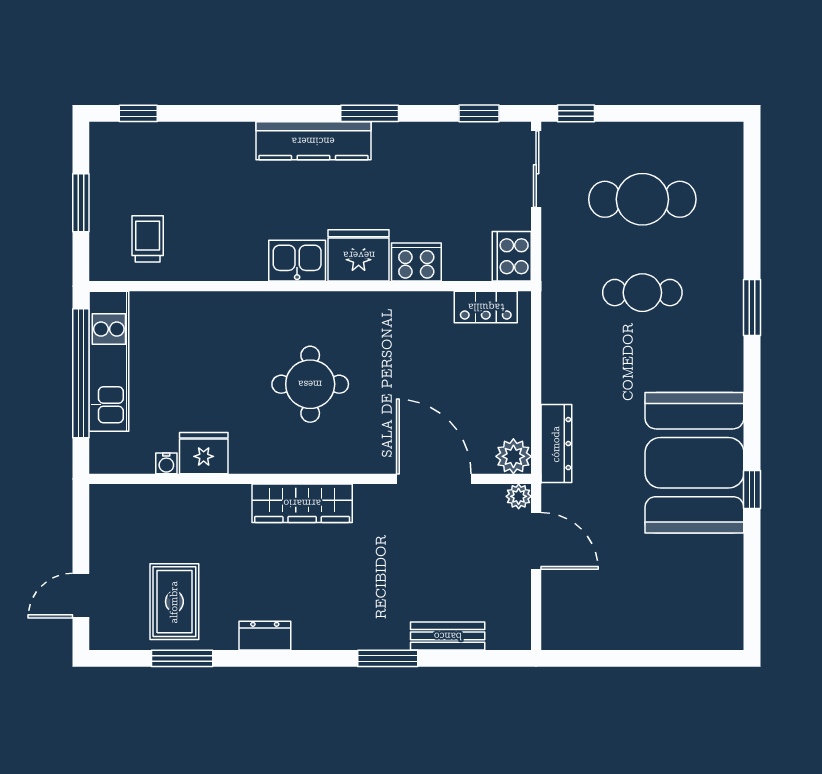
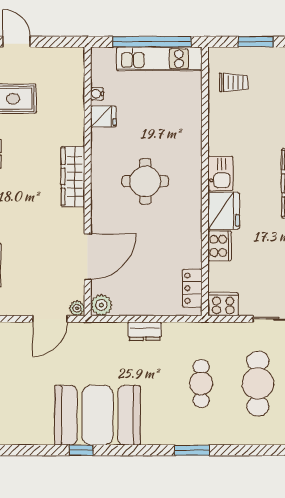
dresser: (556, 444) -> (145, 331), moved, width x0.70
fridge: (204, 453) -> (103, 117), width x0.72

